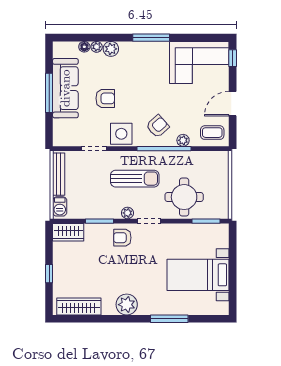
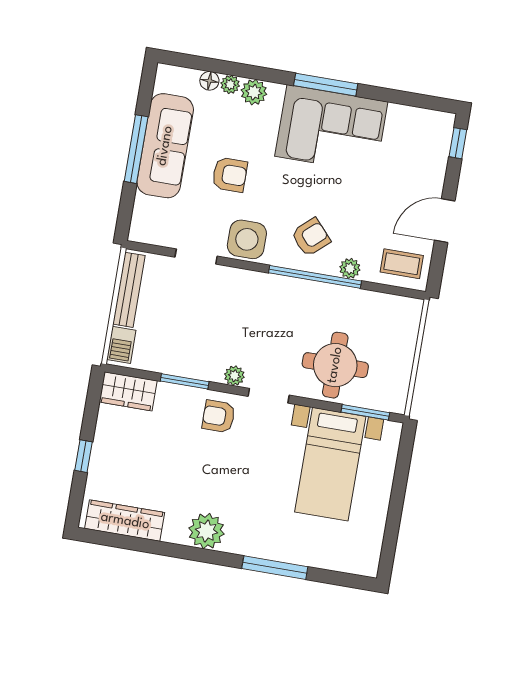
corner sofa: (199, 62) -> (331, 129), moved
sun lounger: (135, 179) -> (257, 319), removed
bed with nightstands: (198, 275) -> (330, 464), moved, turned -90

